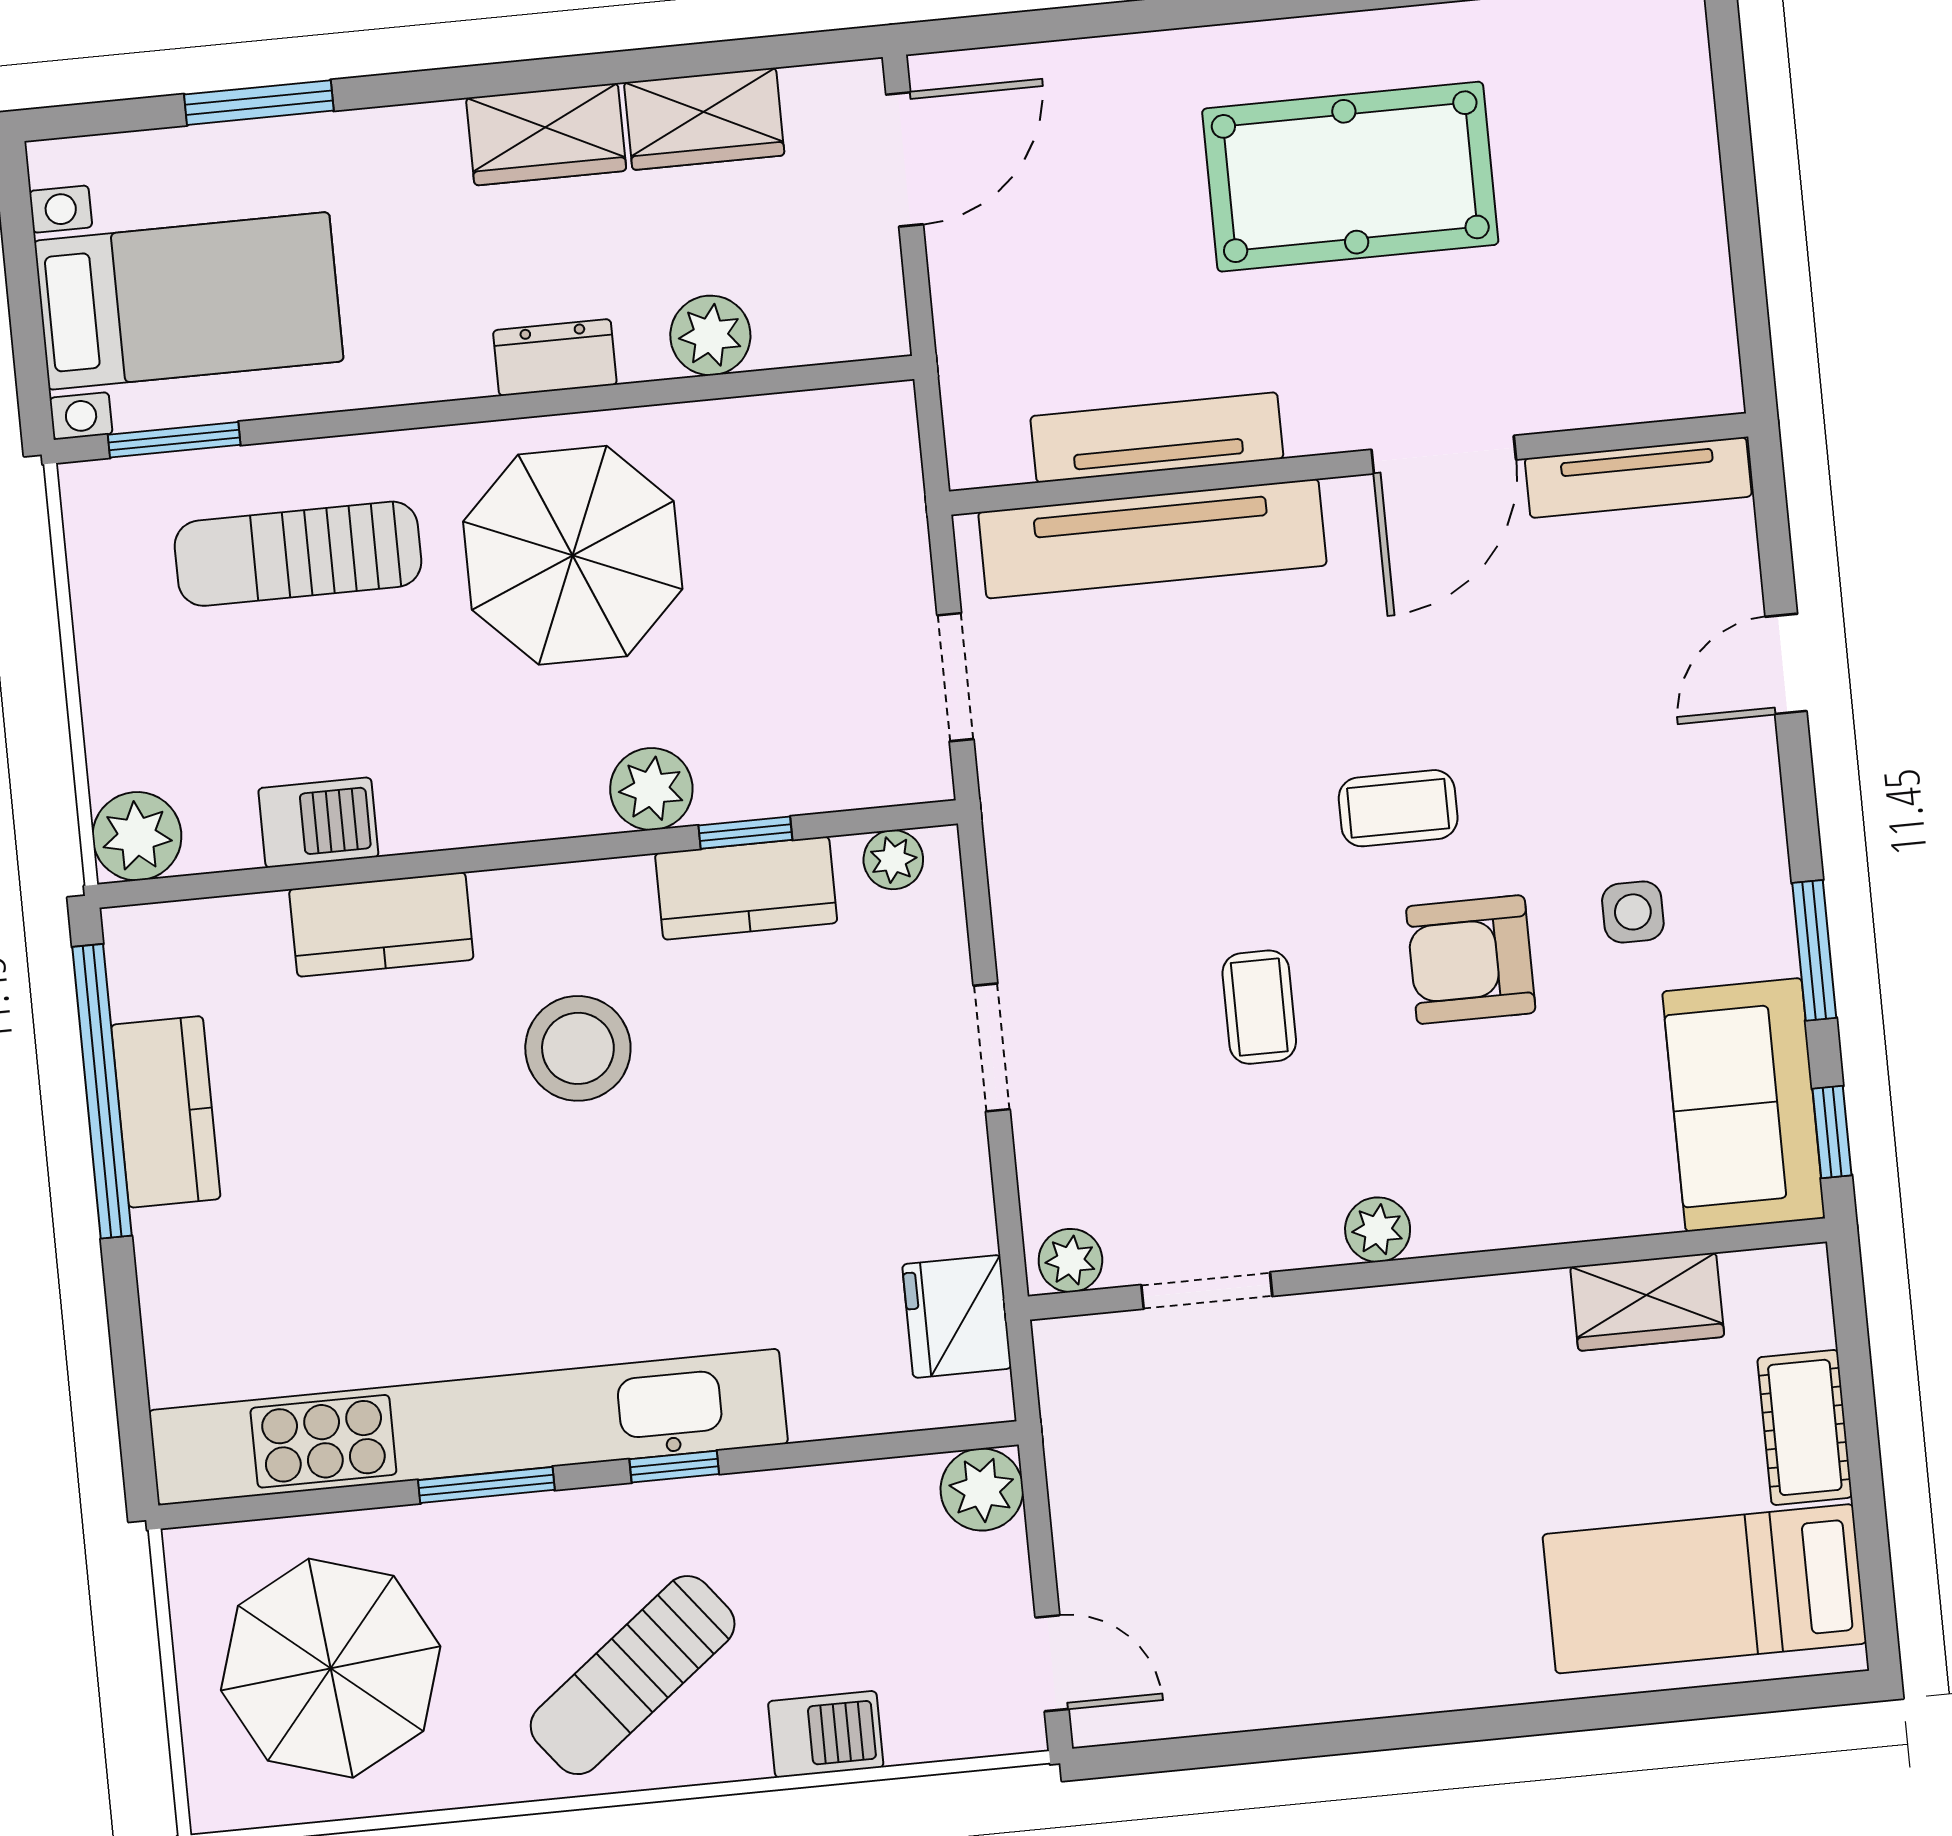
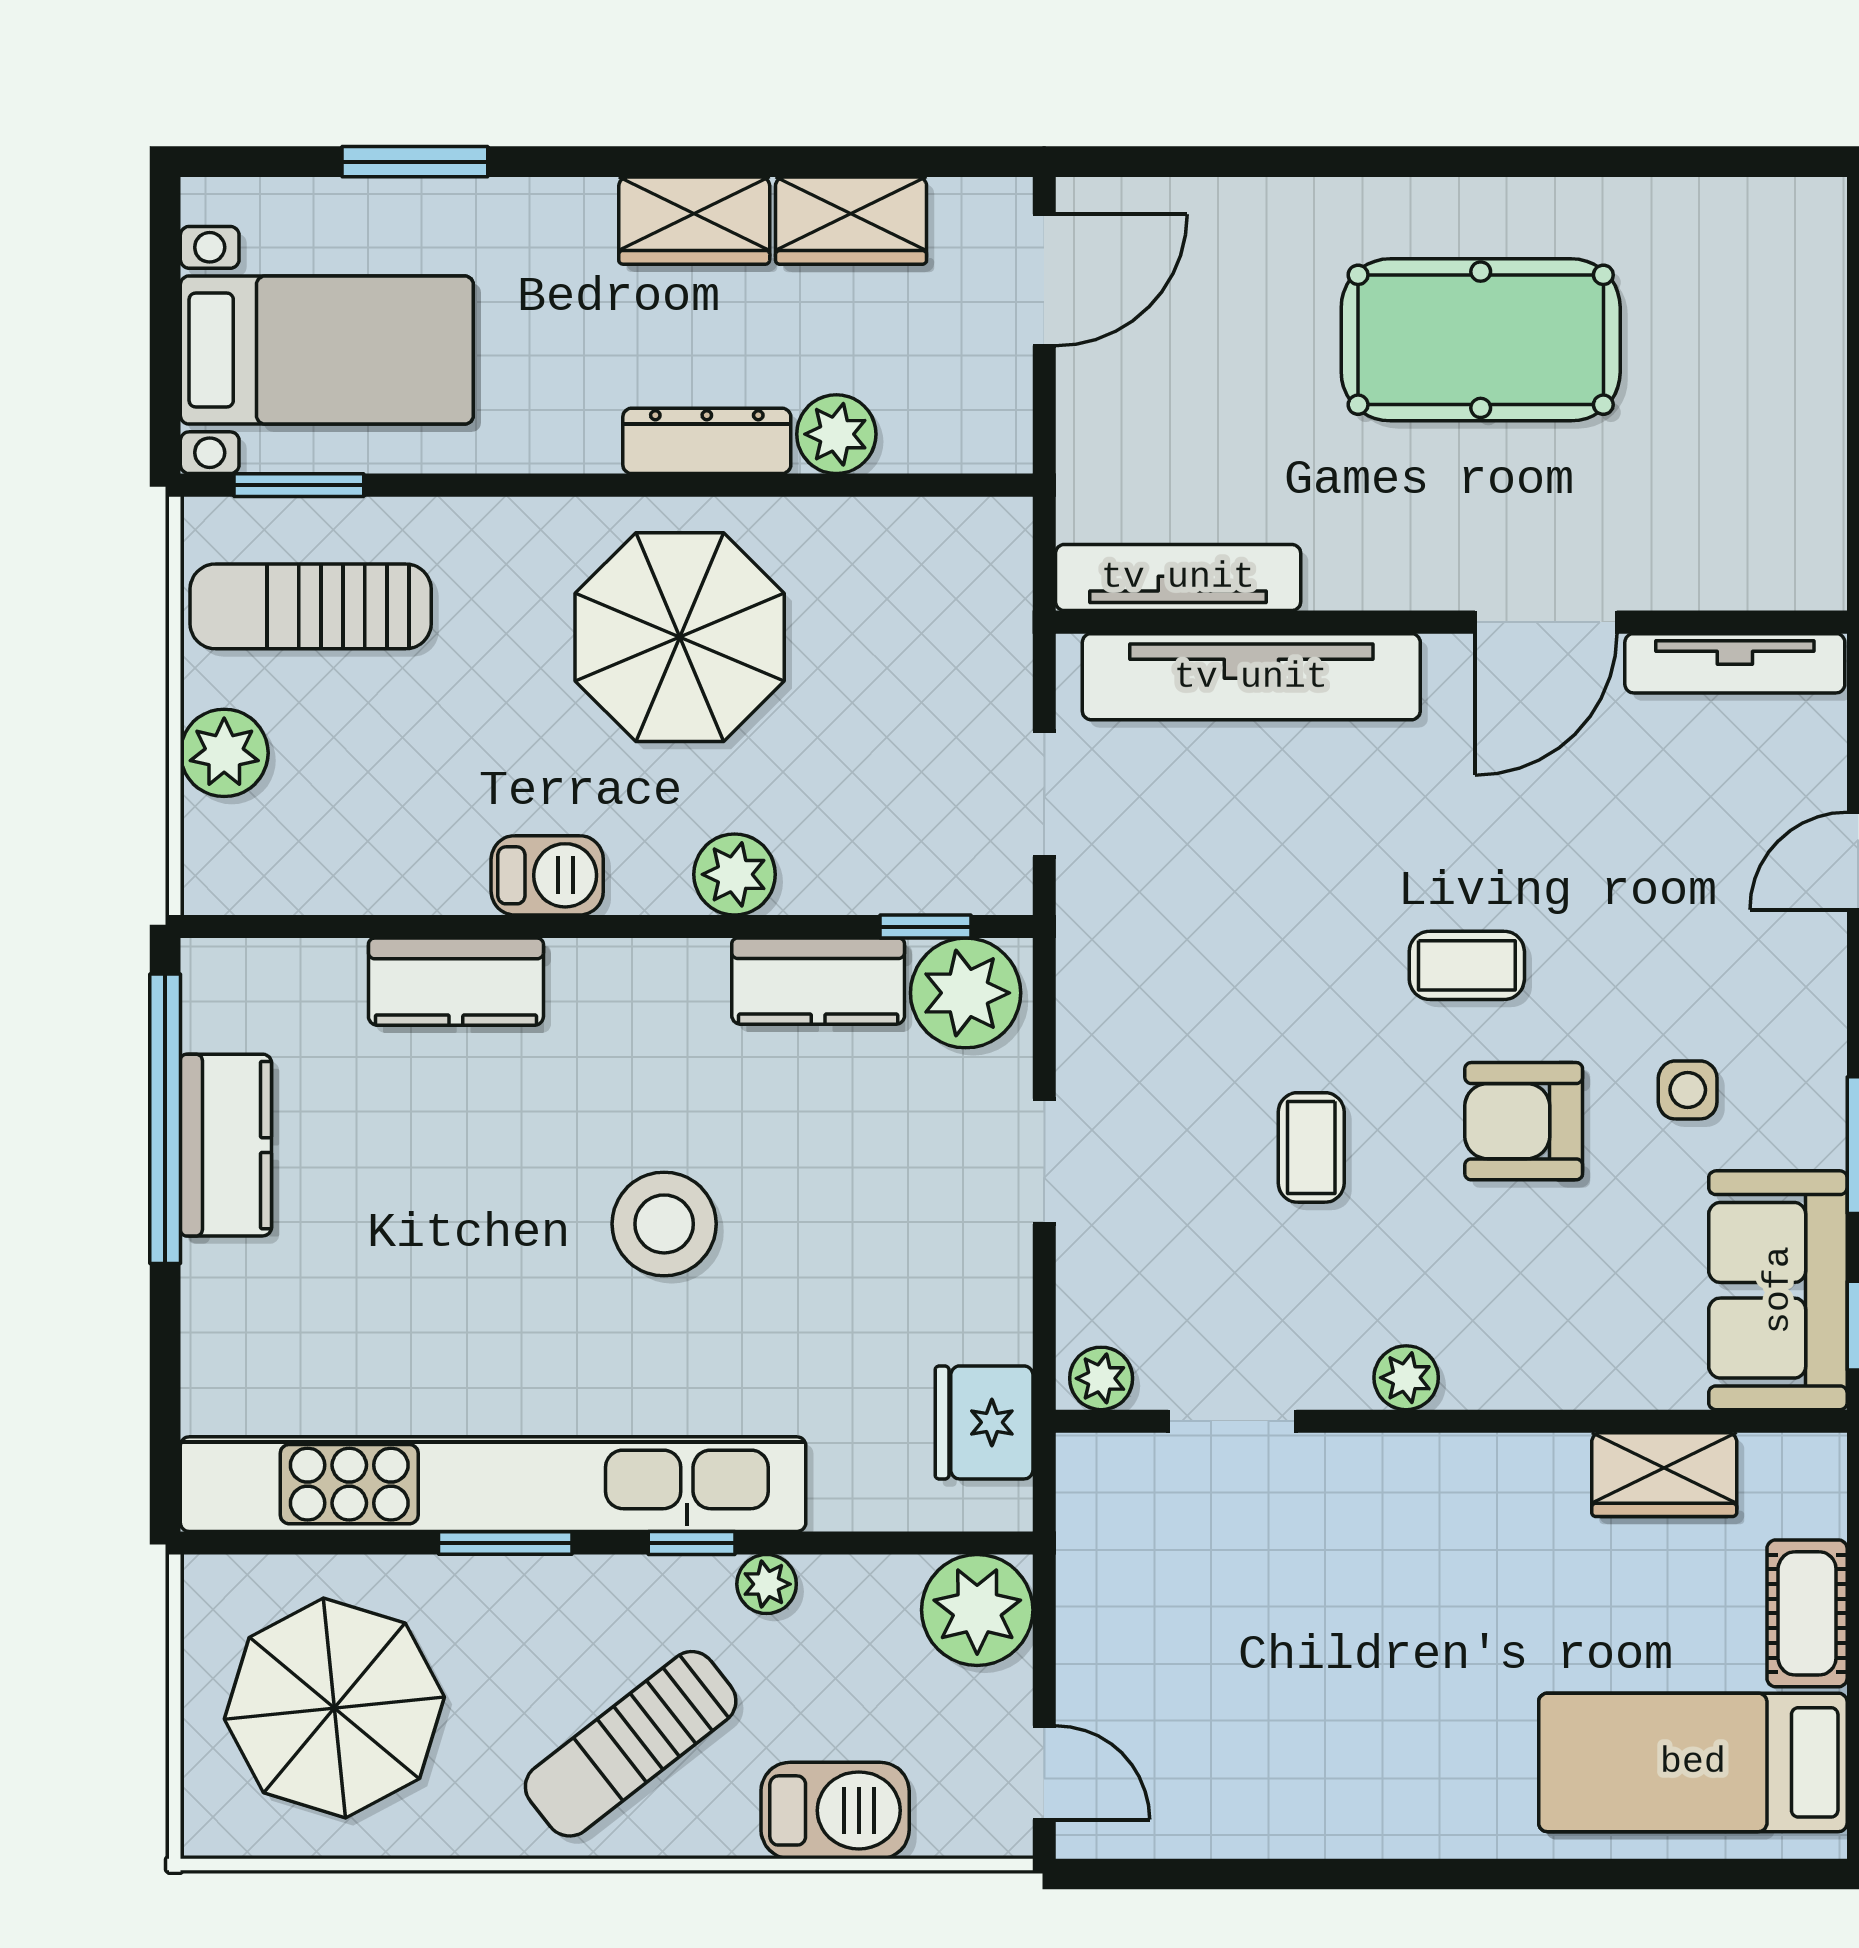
dresser: (555, 357) -> (707, 441), width x1.44
tv unit: (1157, 437) -> (1178, 577), moved
sun lounger: (298, 554) -> (311, 606), moved
barbecue: (318, 823) -> (547, 875), moved
window: (745, 833) -> (925, 927), moved
plant: (137, 836) -> (224, 753), moved
plant: (893, 860) -> (966, 993), width x1.87, depth x1.87
stool: (578, 1048) -> (664, 1224), moved
plant: (982, 1490) -> (977, 1610), width x1.36, depth x1.36
plant: (754, 1501) -> (767, 1584), added
barbecue: (826, 1734) -> (835, 1810), width x1.38, depth x1.27

